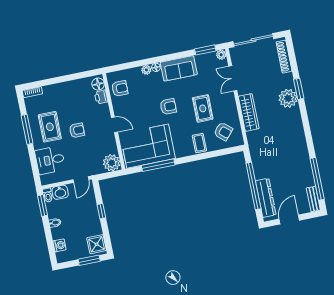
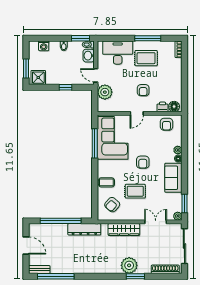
armchair: (77, 130) -> (143, 90), moved
desk: (50, 160) -> (118, 53), width x1.37
plant: (112, 163) -> (105, 92), moved
dresser: (266, 198) -> (84, 229), moved

